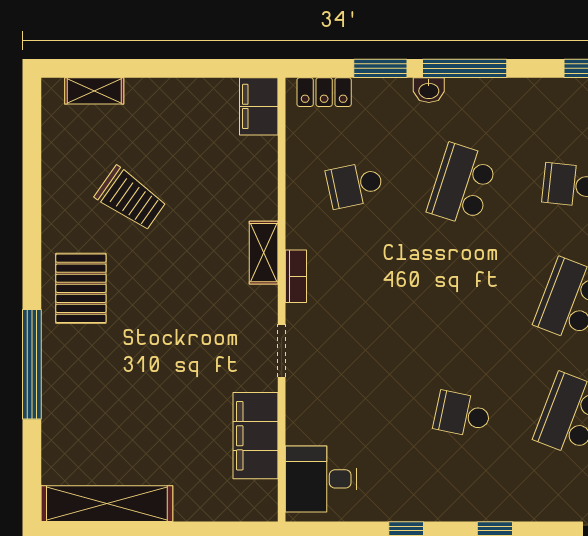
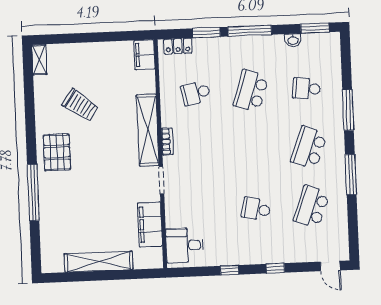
washbasin: (429, 90) -> (293, 40), moved
shelving: (94, 91) -> (39, 60), moved, turned 90
shelving: (264, 253) -> (148, 130), width x2.20, depth x1.33
shelving: (107, 504) -> (99, 262), moved

